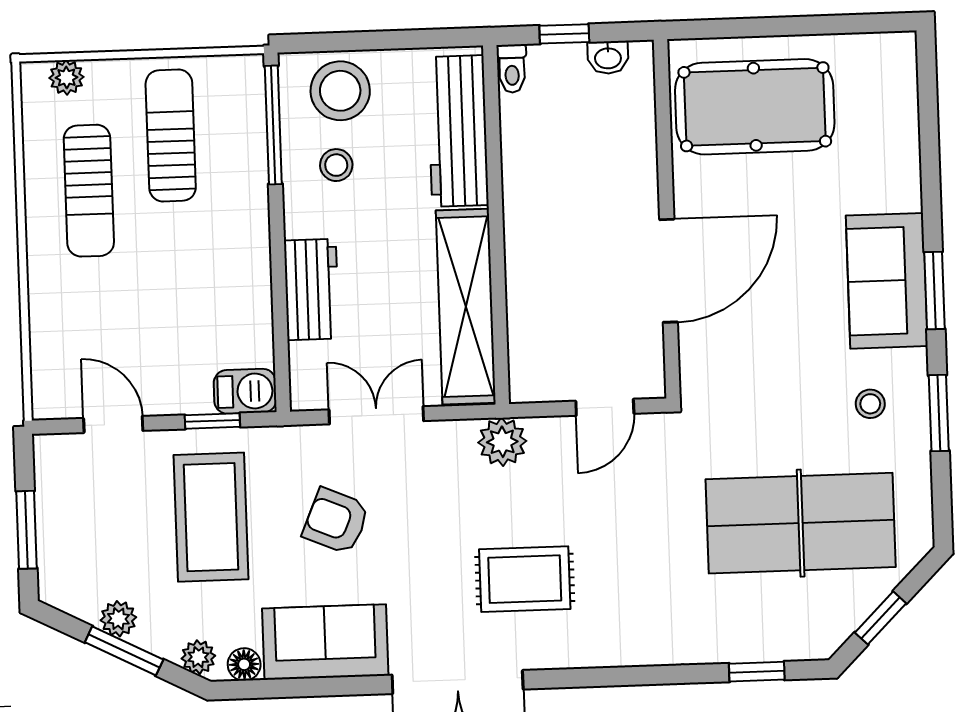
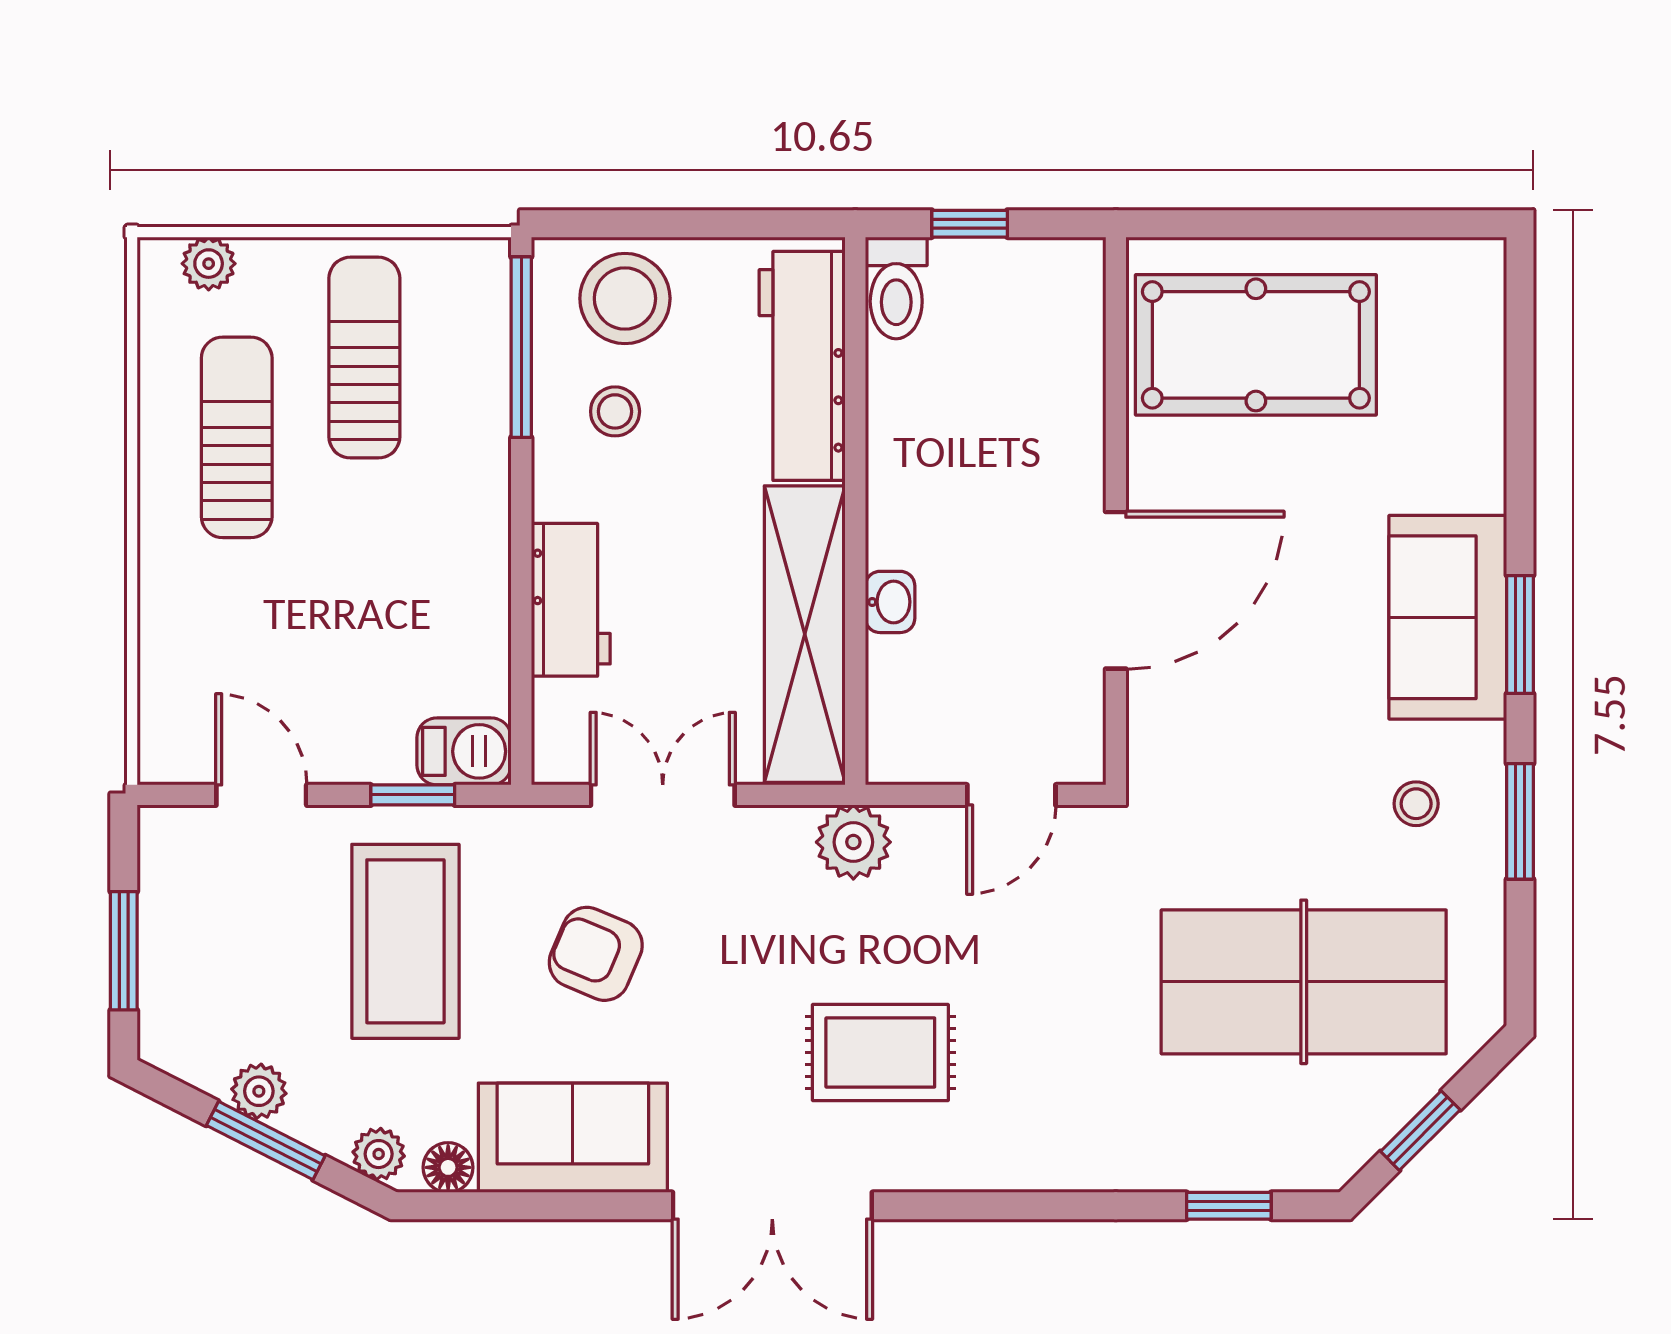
washbasin: (608, 57) -> (890, 602), moved, turned -90
toilet: (512, 69) -> (896, 288), width x1.37, depth x1.39
sun lounger: (89, 191) -> (237, 437), turned 180

